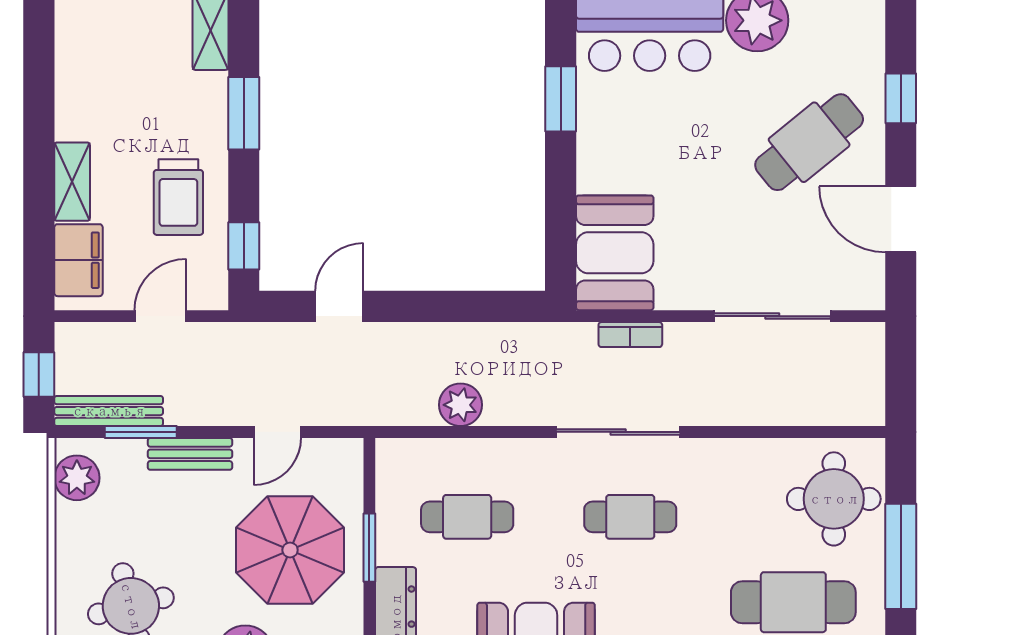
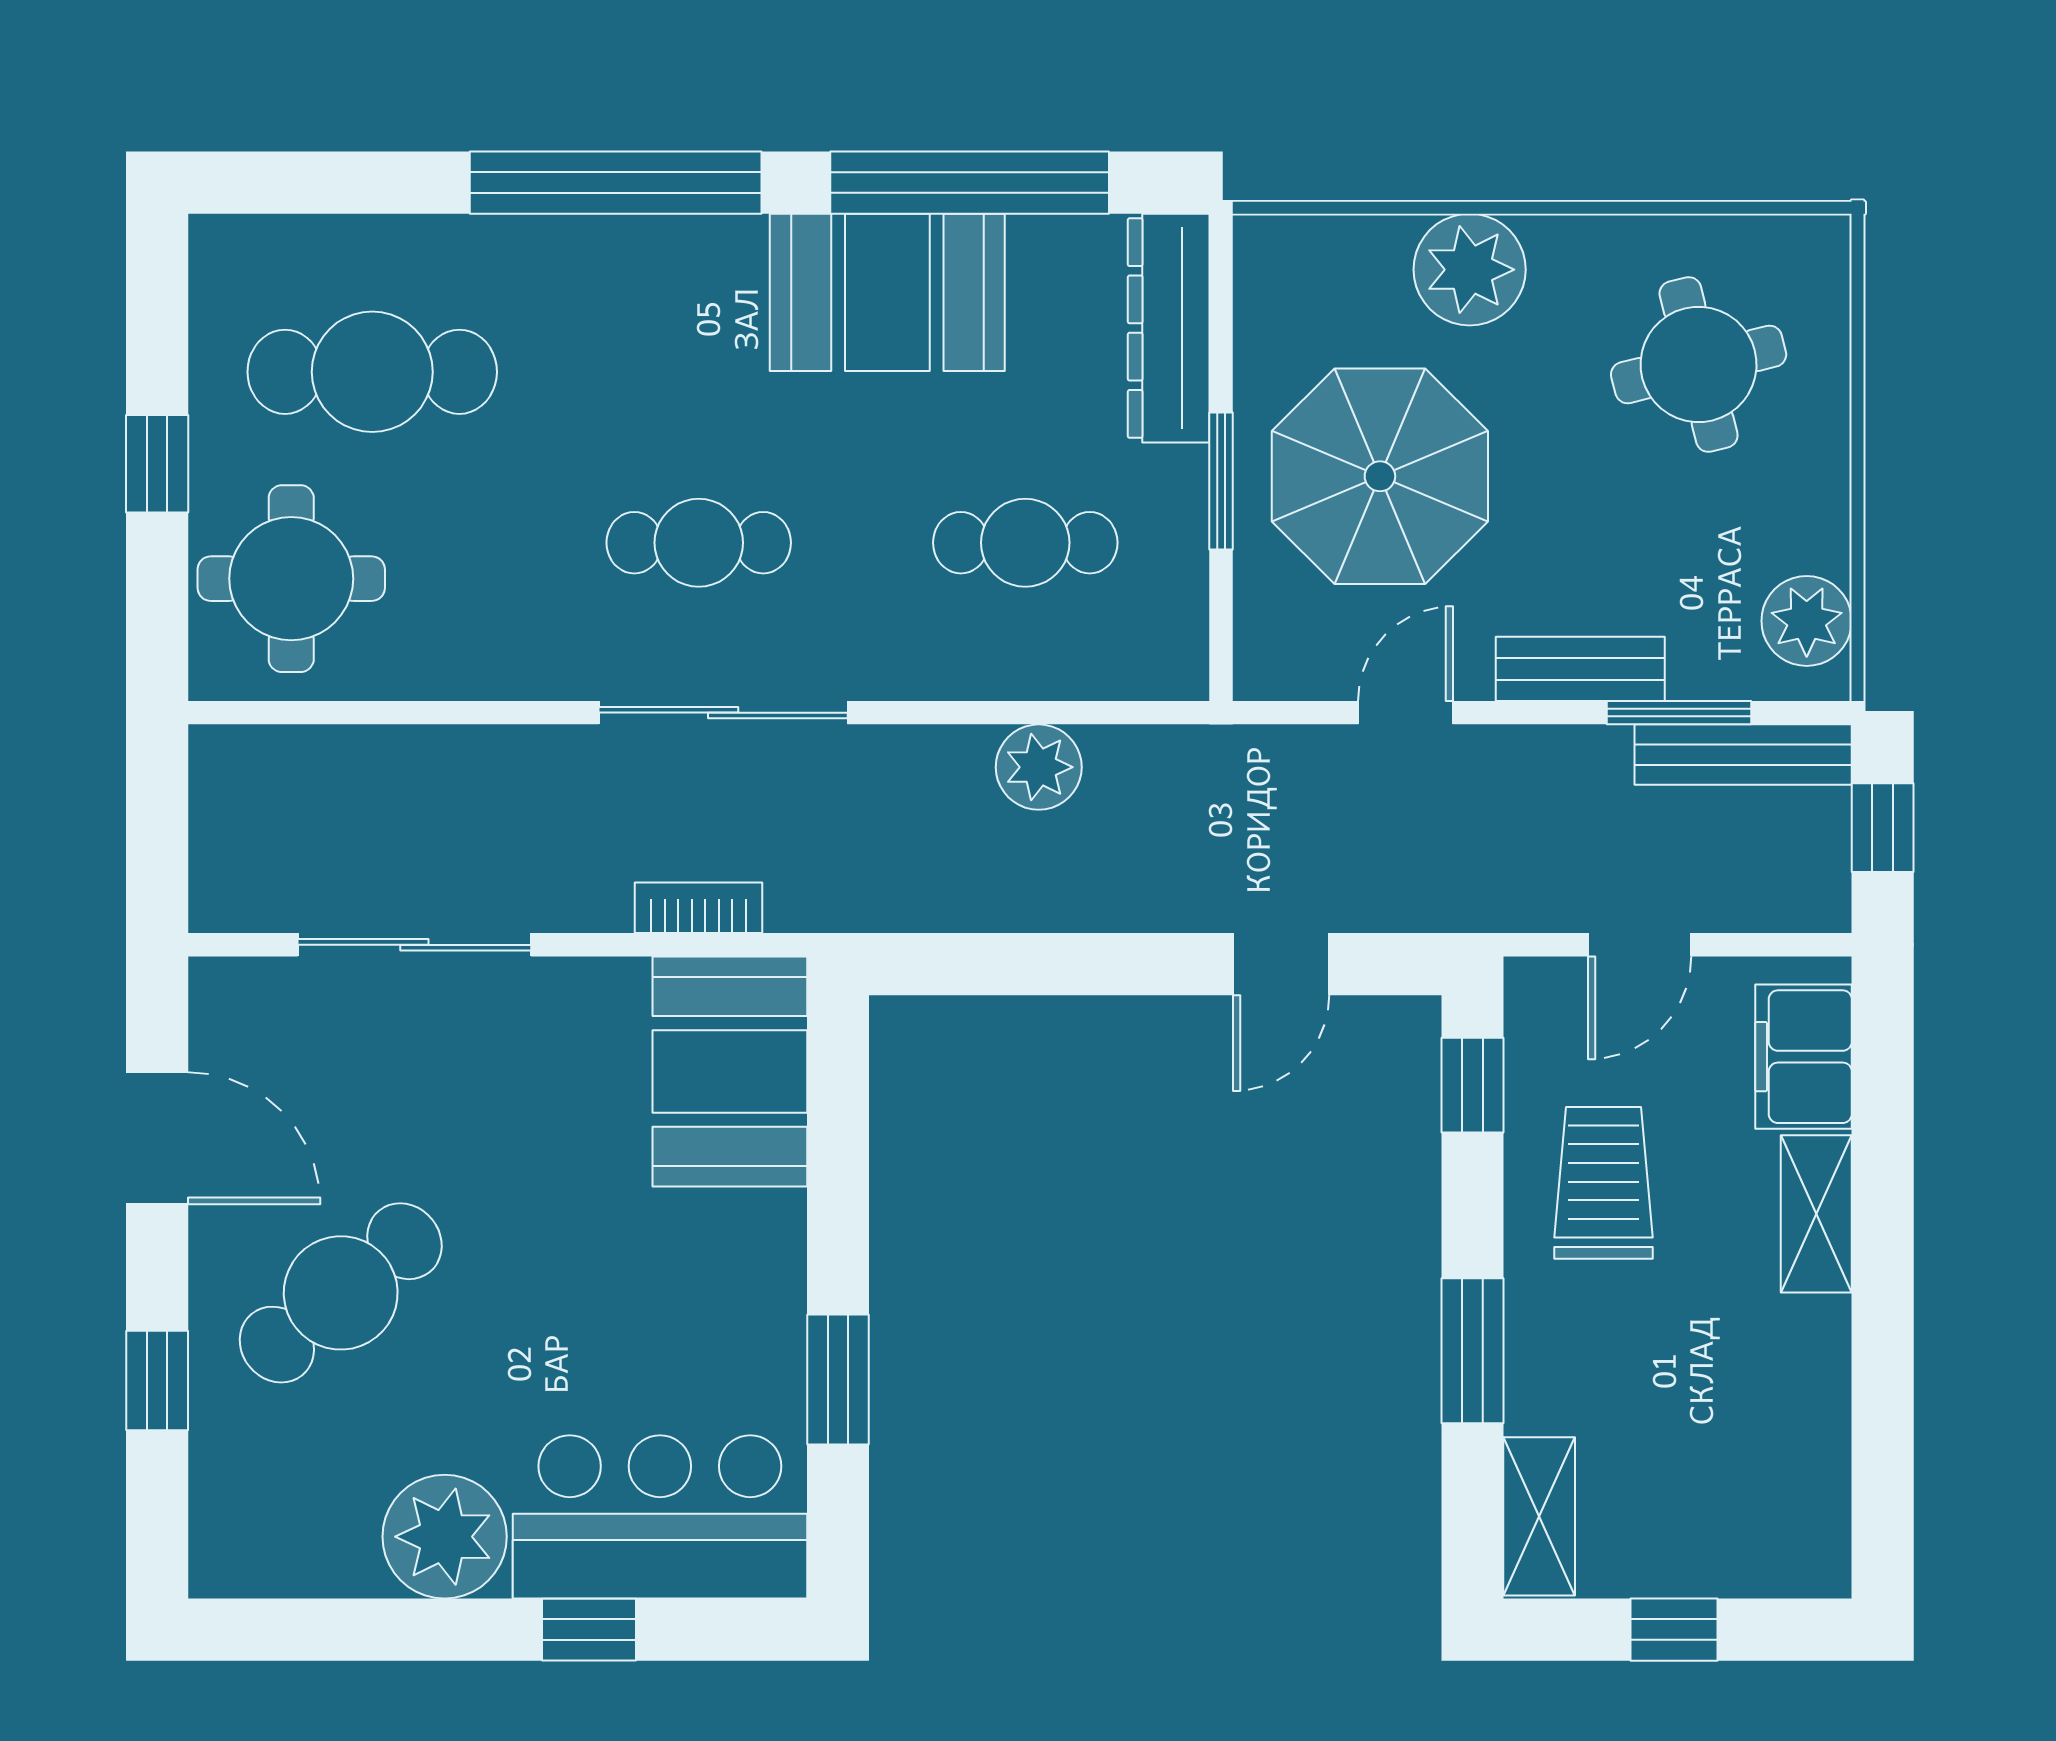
window: (901, 556) -> (157, 464), width x0.46

